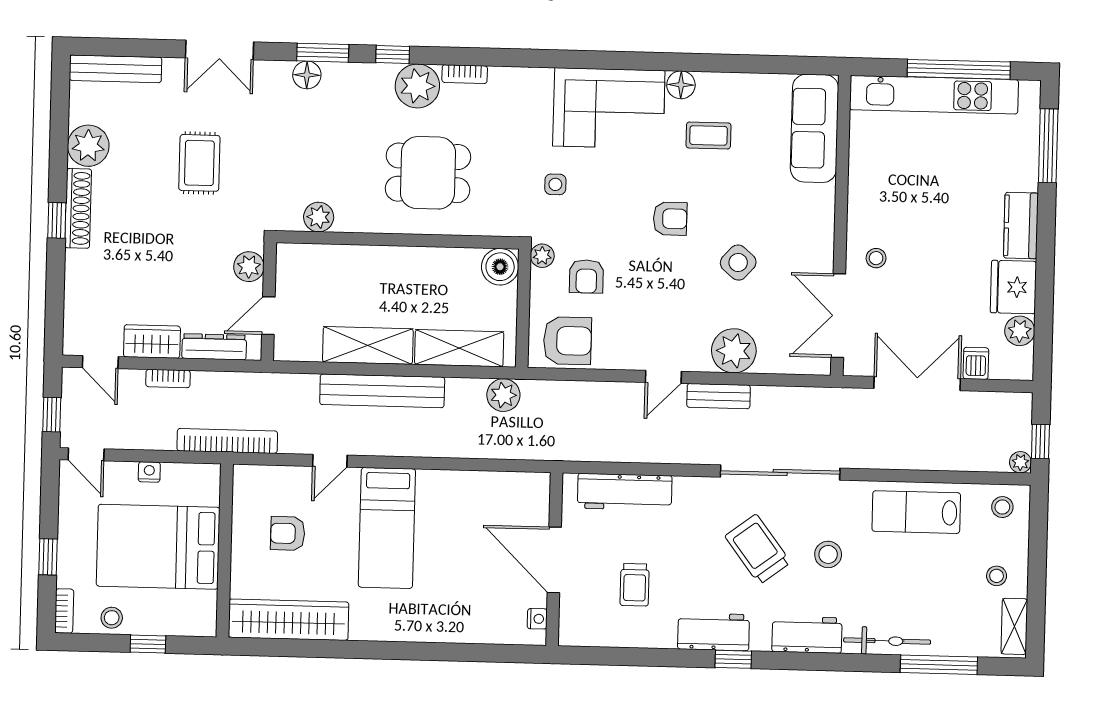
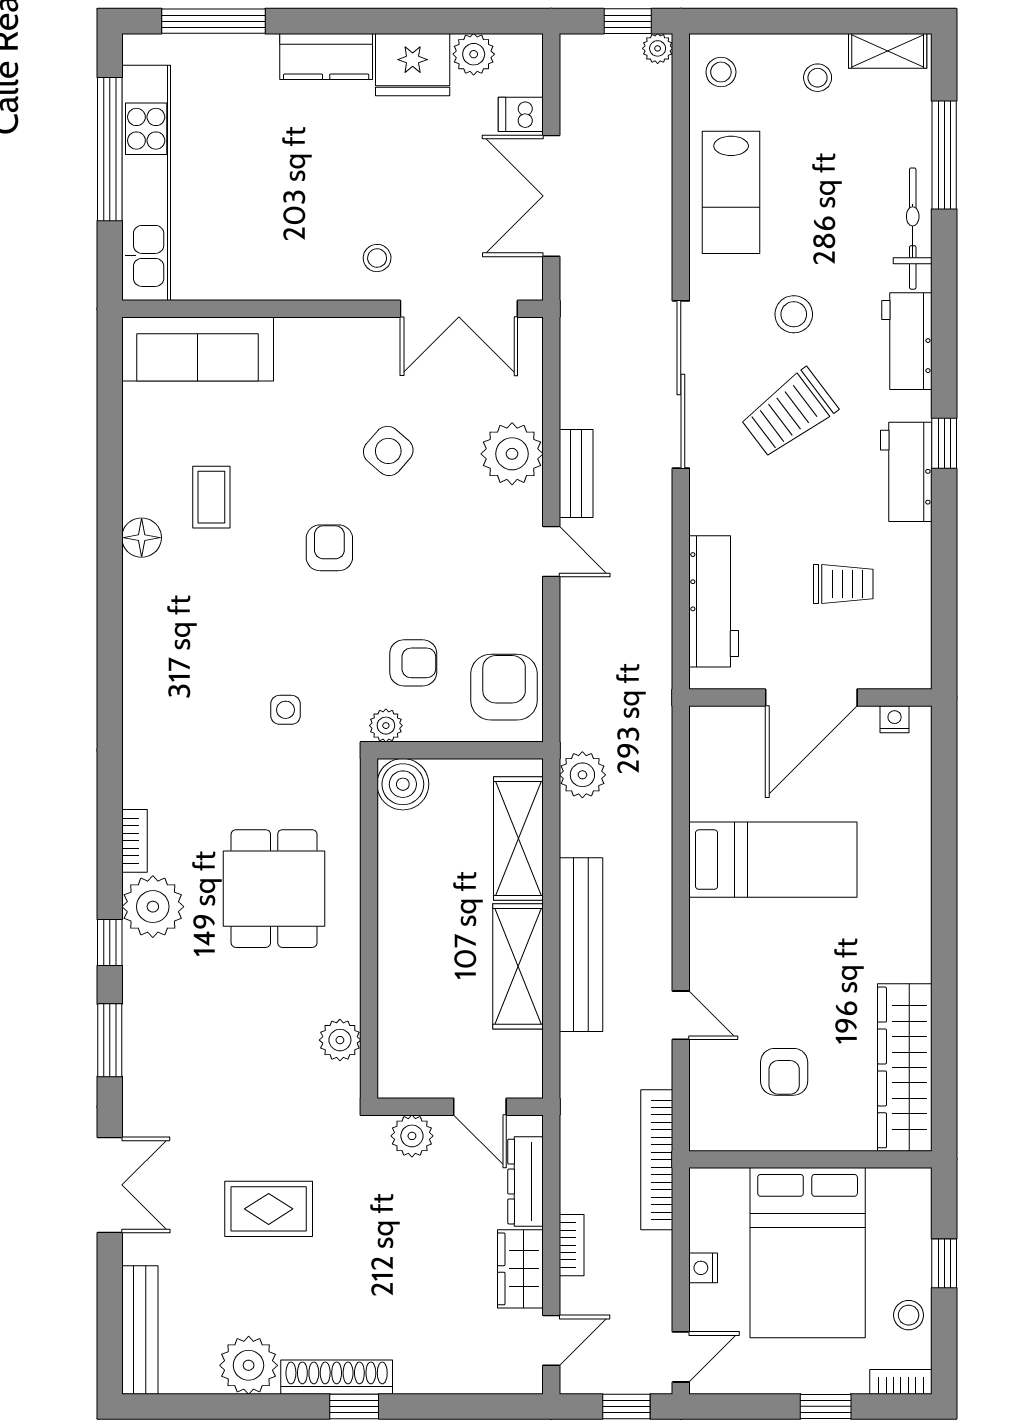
floor lamp: (307, 75) -> (141, 1062), removed
corner sofa: (609, 108) -> (177, 638), removed
bed: (387, 528) -> (773, 860), moved

